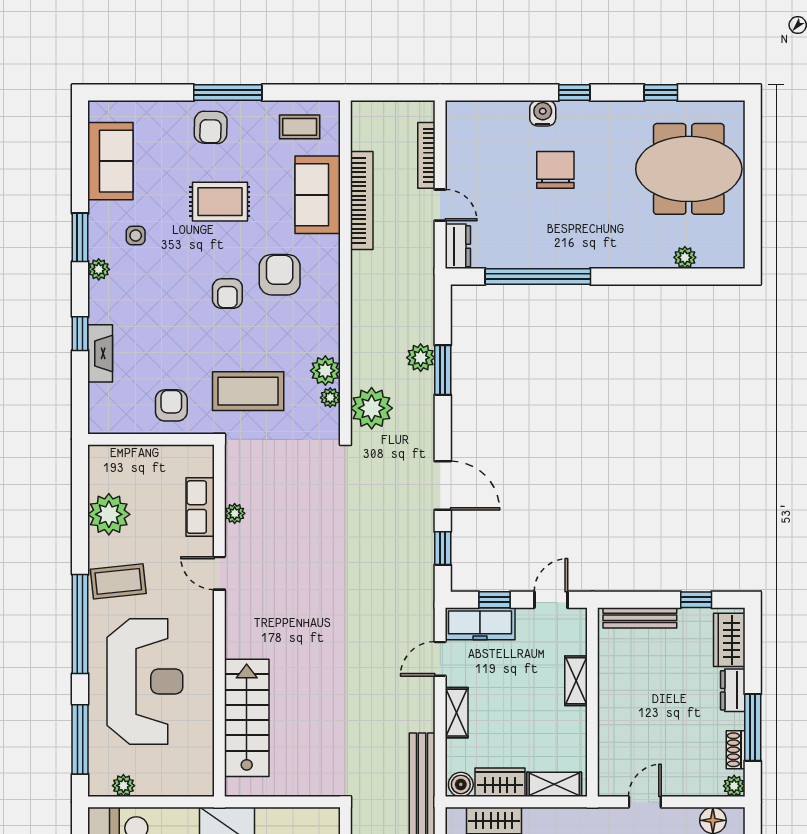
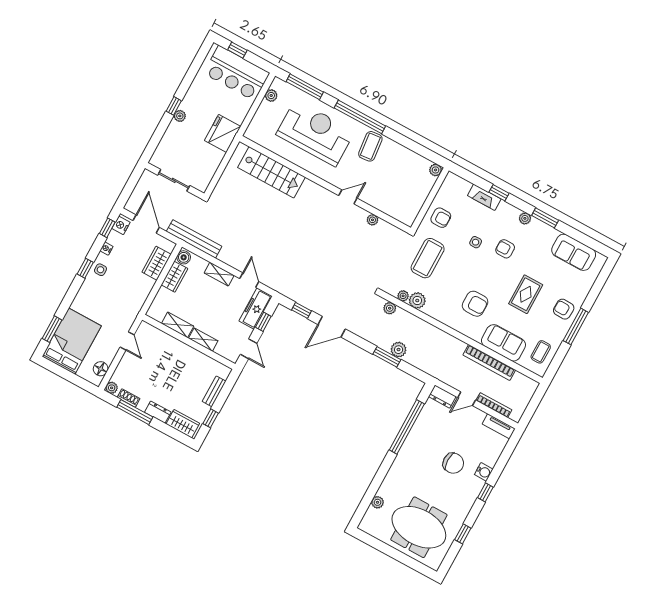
tv unit: (456, 129) -> (499, 426), added
meeting table: (689, 169) -> (419, 527), turned 90
side table: (136, 236) -> (476, 242), moved
armchair: (227, 294) -> (505, 249), moved
plant: (372, 408) -> (390, 308), width x0.53, depth x0.53
row of seats: (200, 507) -> (385, 205), removed
plant: (109, 514) -> (436, 170), moved, width x0.53, depth x0.53
bench: (640, 618) -> (214, 391), width x0.73
reception desk: (145, 681) -> (315, 133), turned 180
shelving: (554, 784) -> (178, 325), moved, turned 90

